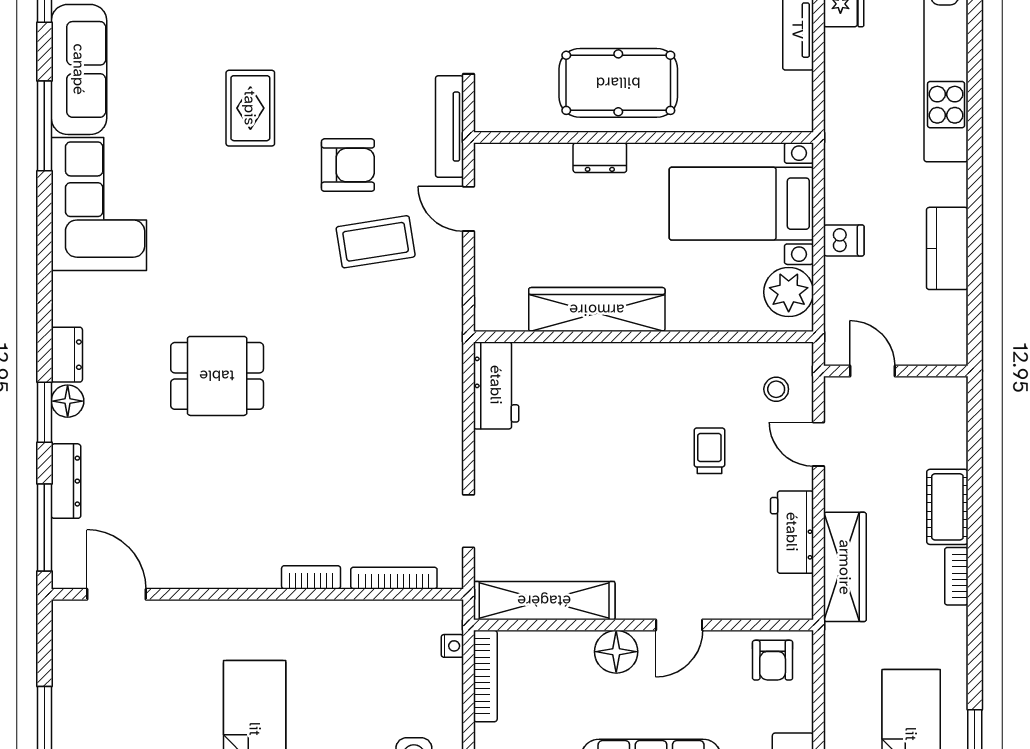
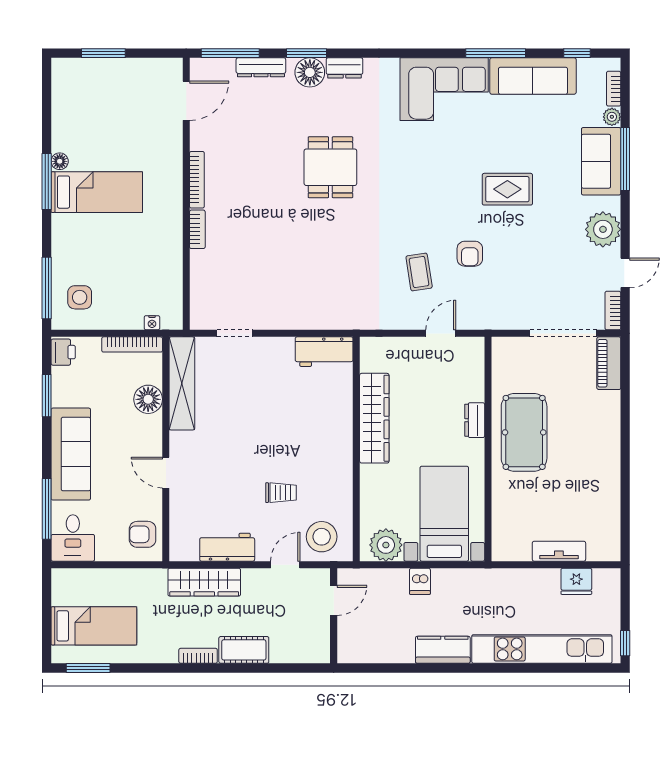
tv unit: (449, 127) -> (495, 321), removed
armchair: (348, 165) -> (470, 254), width x0.72, depth x0.72
coffee table: (376, 242) -> (419, 272), width x0.73, depth x0.77
kitchen counter: (947, 248) -> (443, 650), moved
stool: (776, 389) -> (322, 537), width x1.89, depth x1.89
floor lamp: (68, 401) -> (310, 72), width x1.38, depth x1.38
bookcase: (394, 578) -> (197, 180), moved
floor lamp: (616, 652) -> (148, 399), moved

